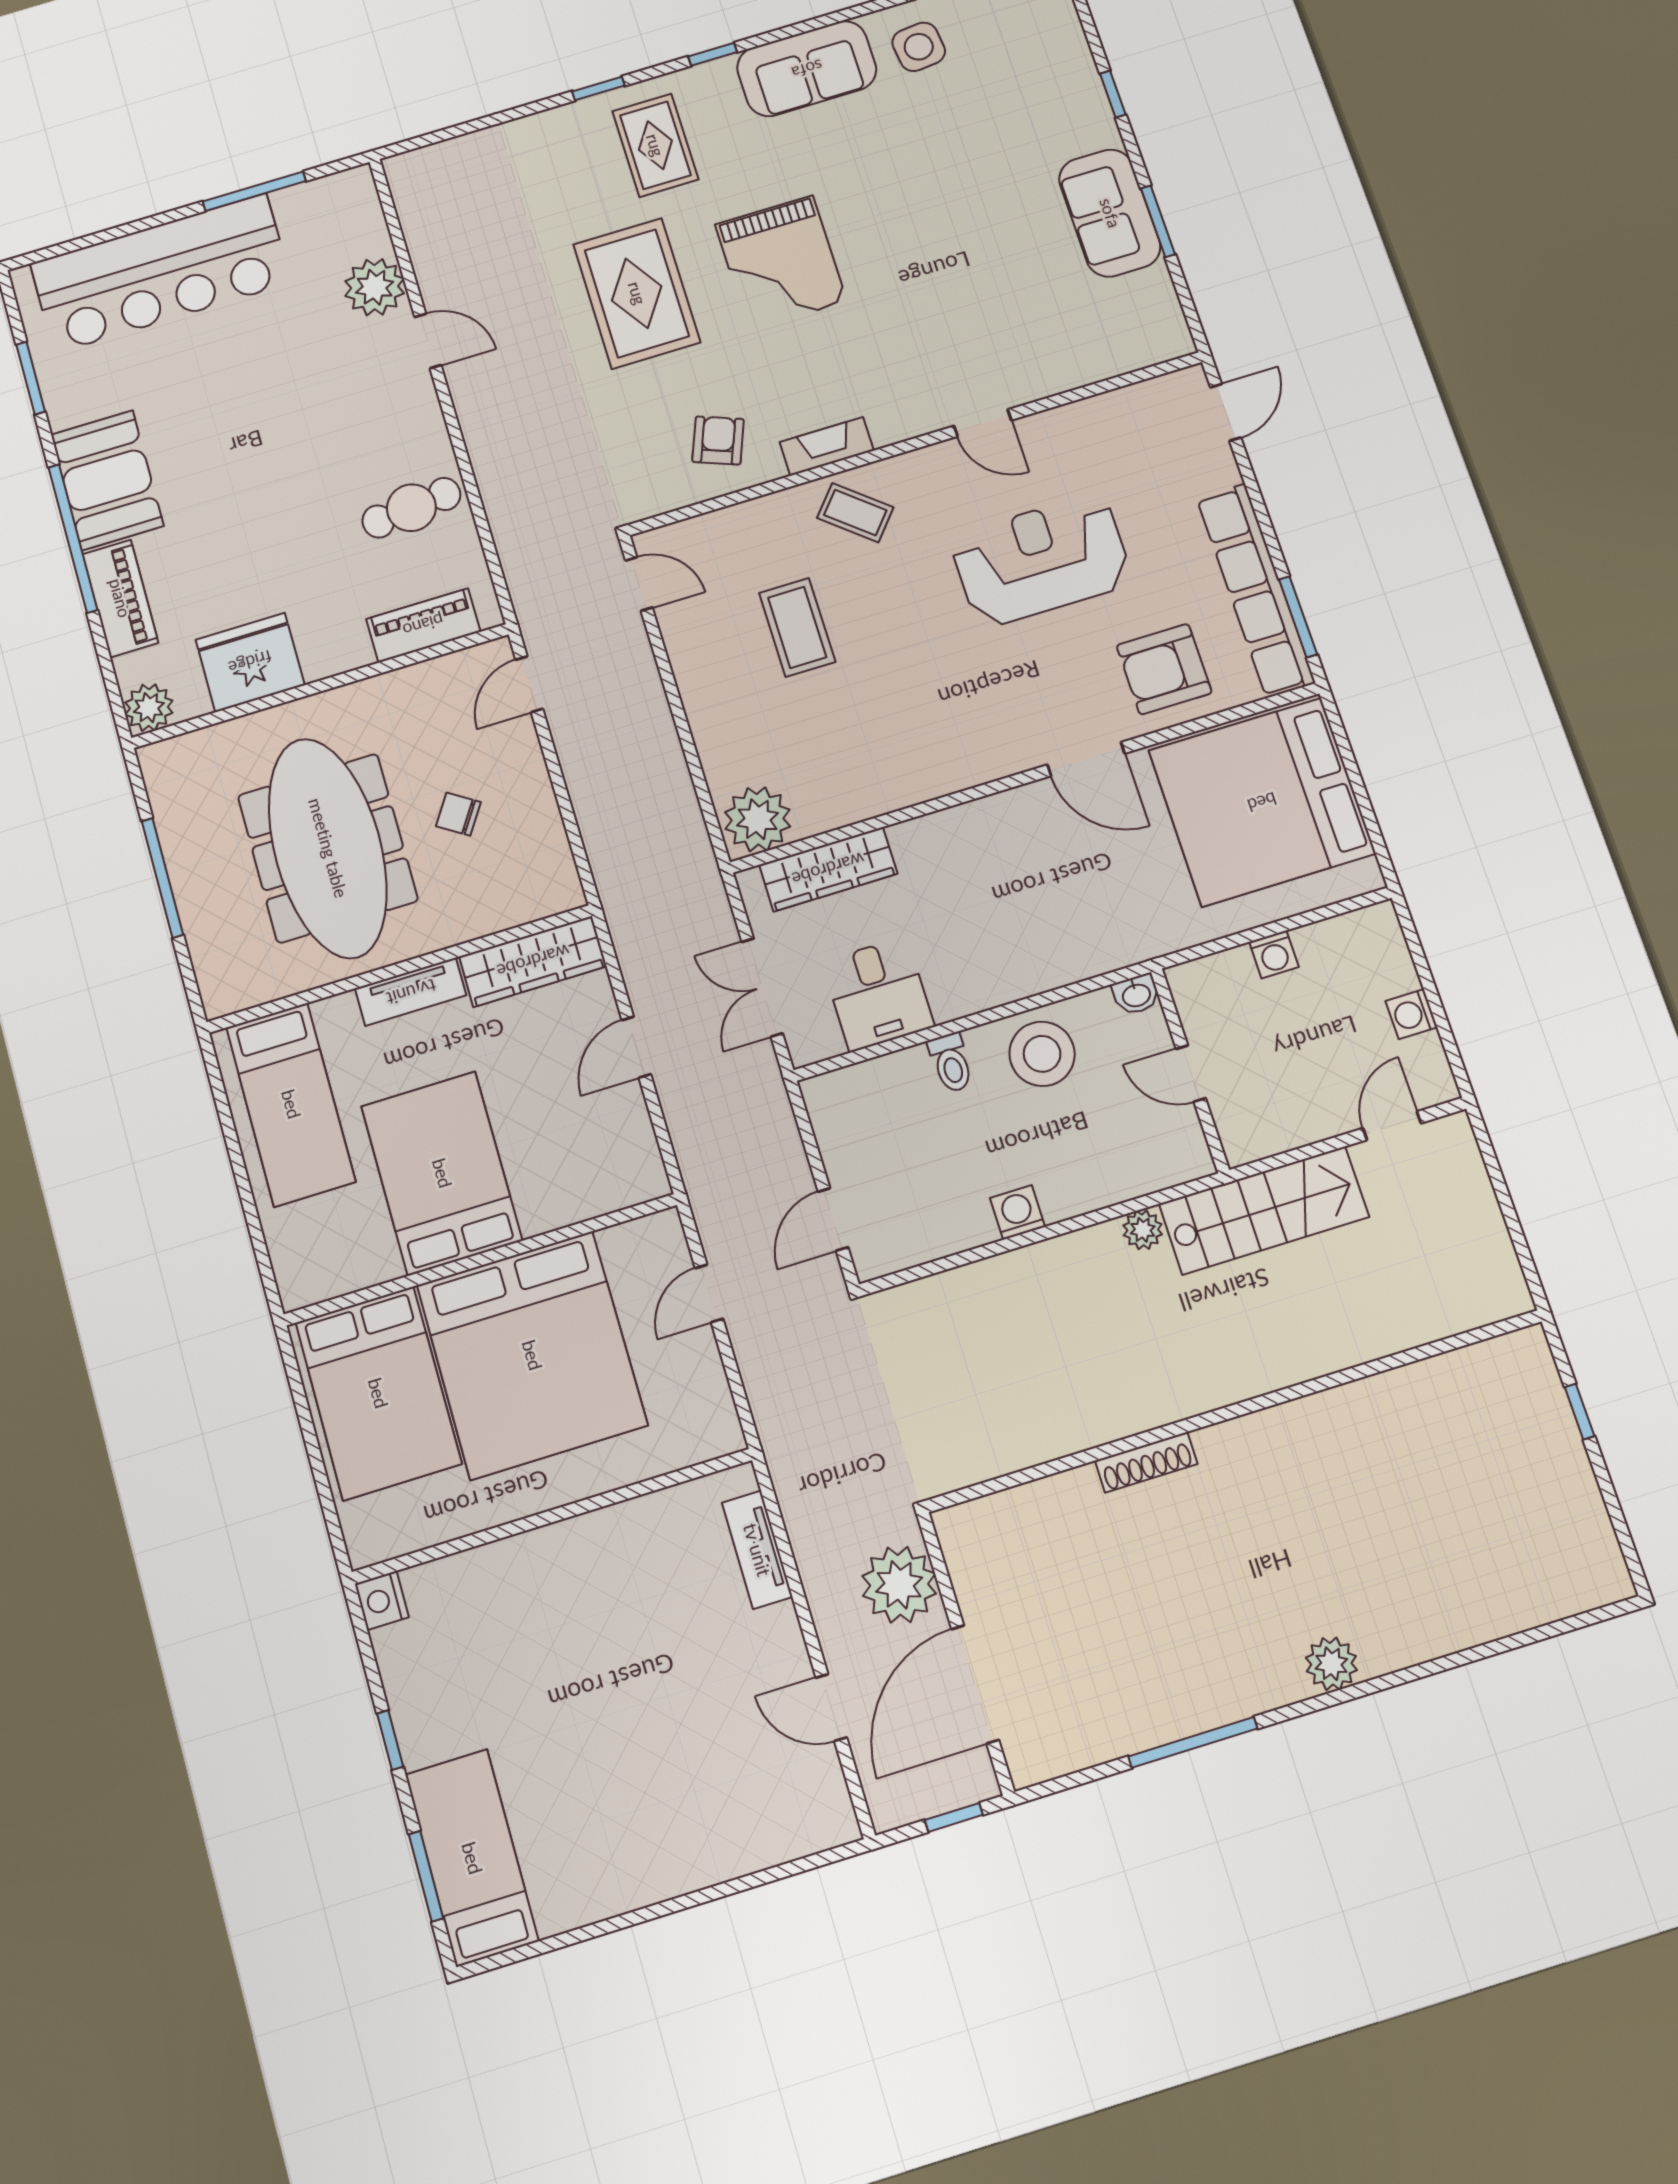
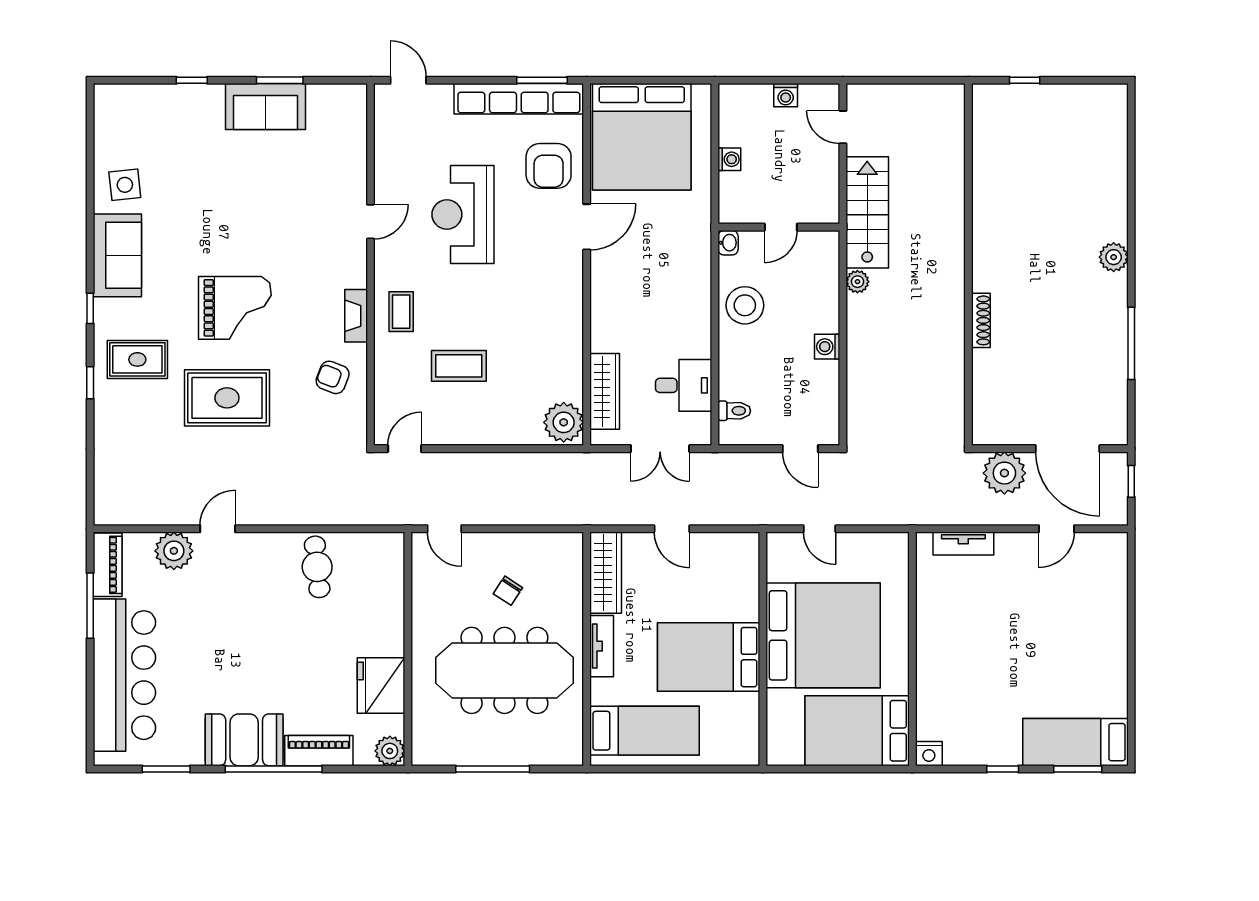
coffee table: (855, 513) -> (401, 312), turned -40
piano: (423, 625) -> (108, 565), moved, turned 180
toilet: (951, 1063) -> (734, 411), moved
bed: (378, 1393) -> (857, 731), moved, turned 180

